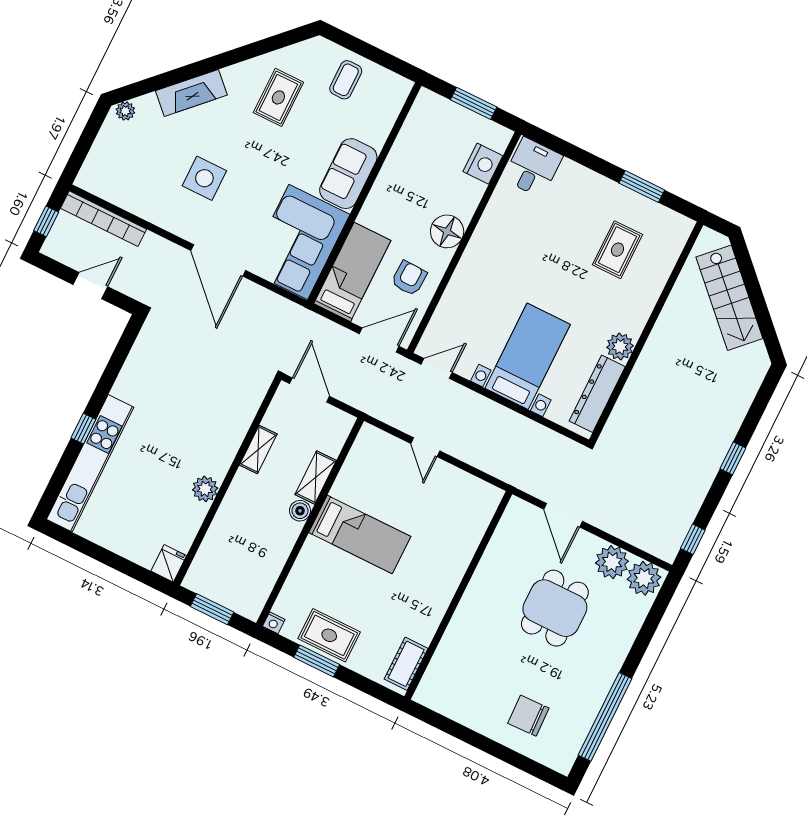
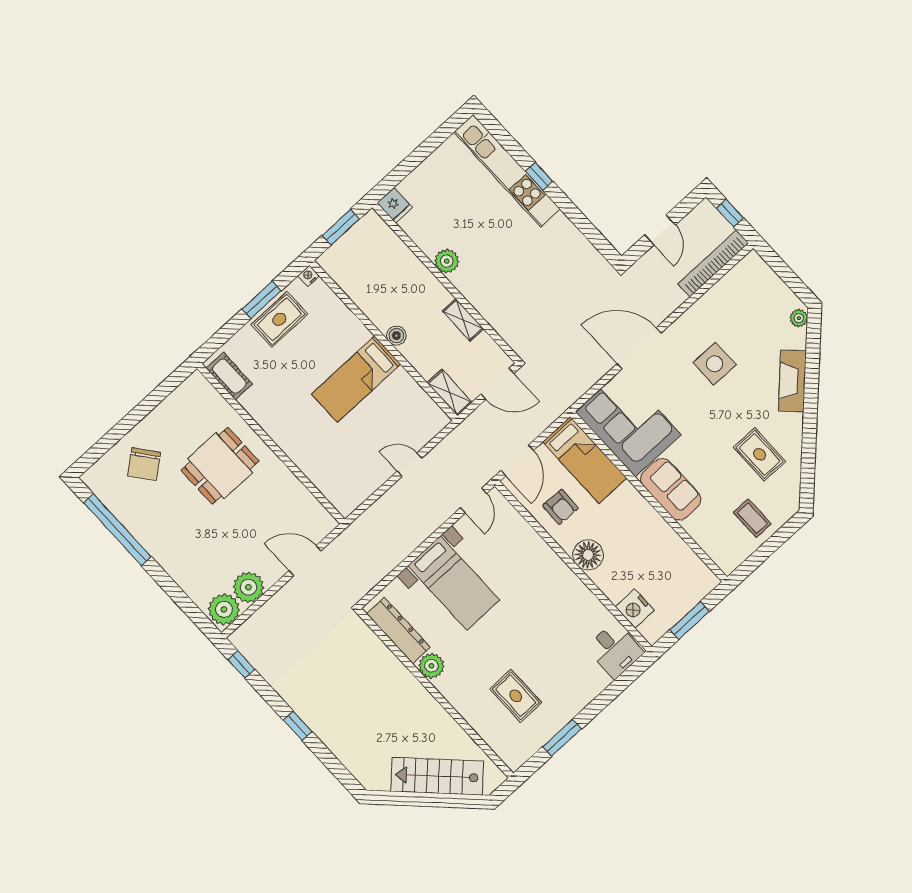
shelving: (316, 477) -> (450, 393), moved
dining table: (555, 608) -> (220, 466), moved, turned 90
chair: (528, 716) -> (144, 464), turned 144

